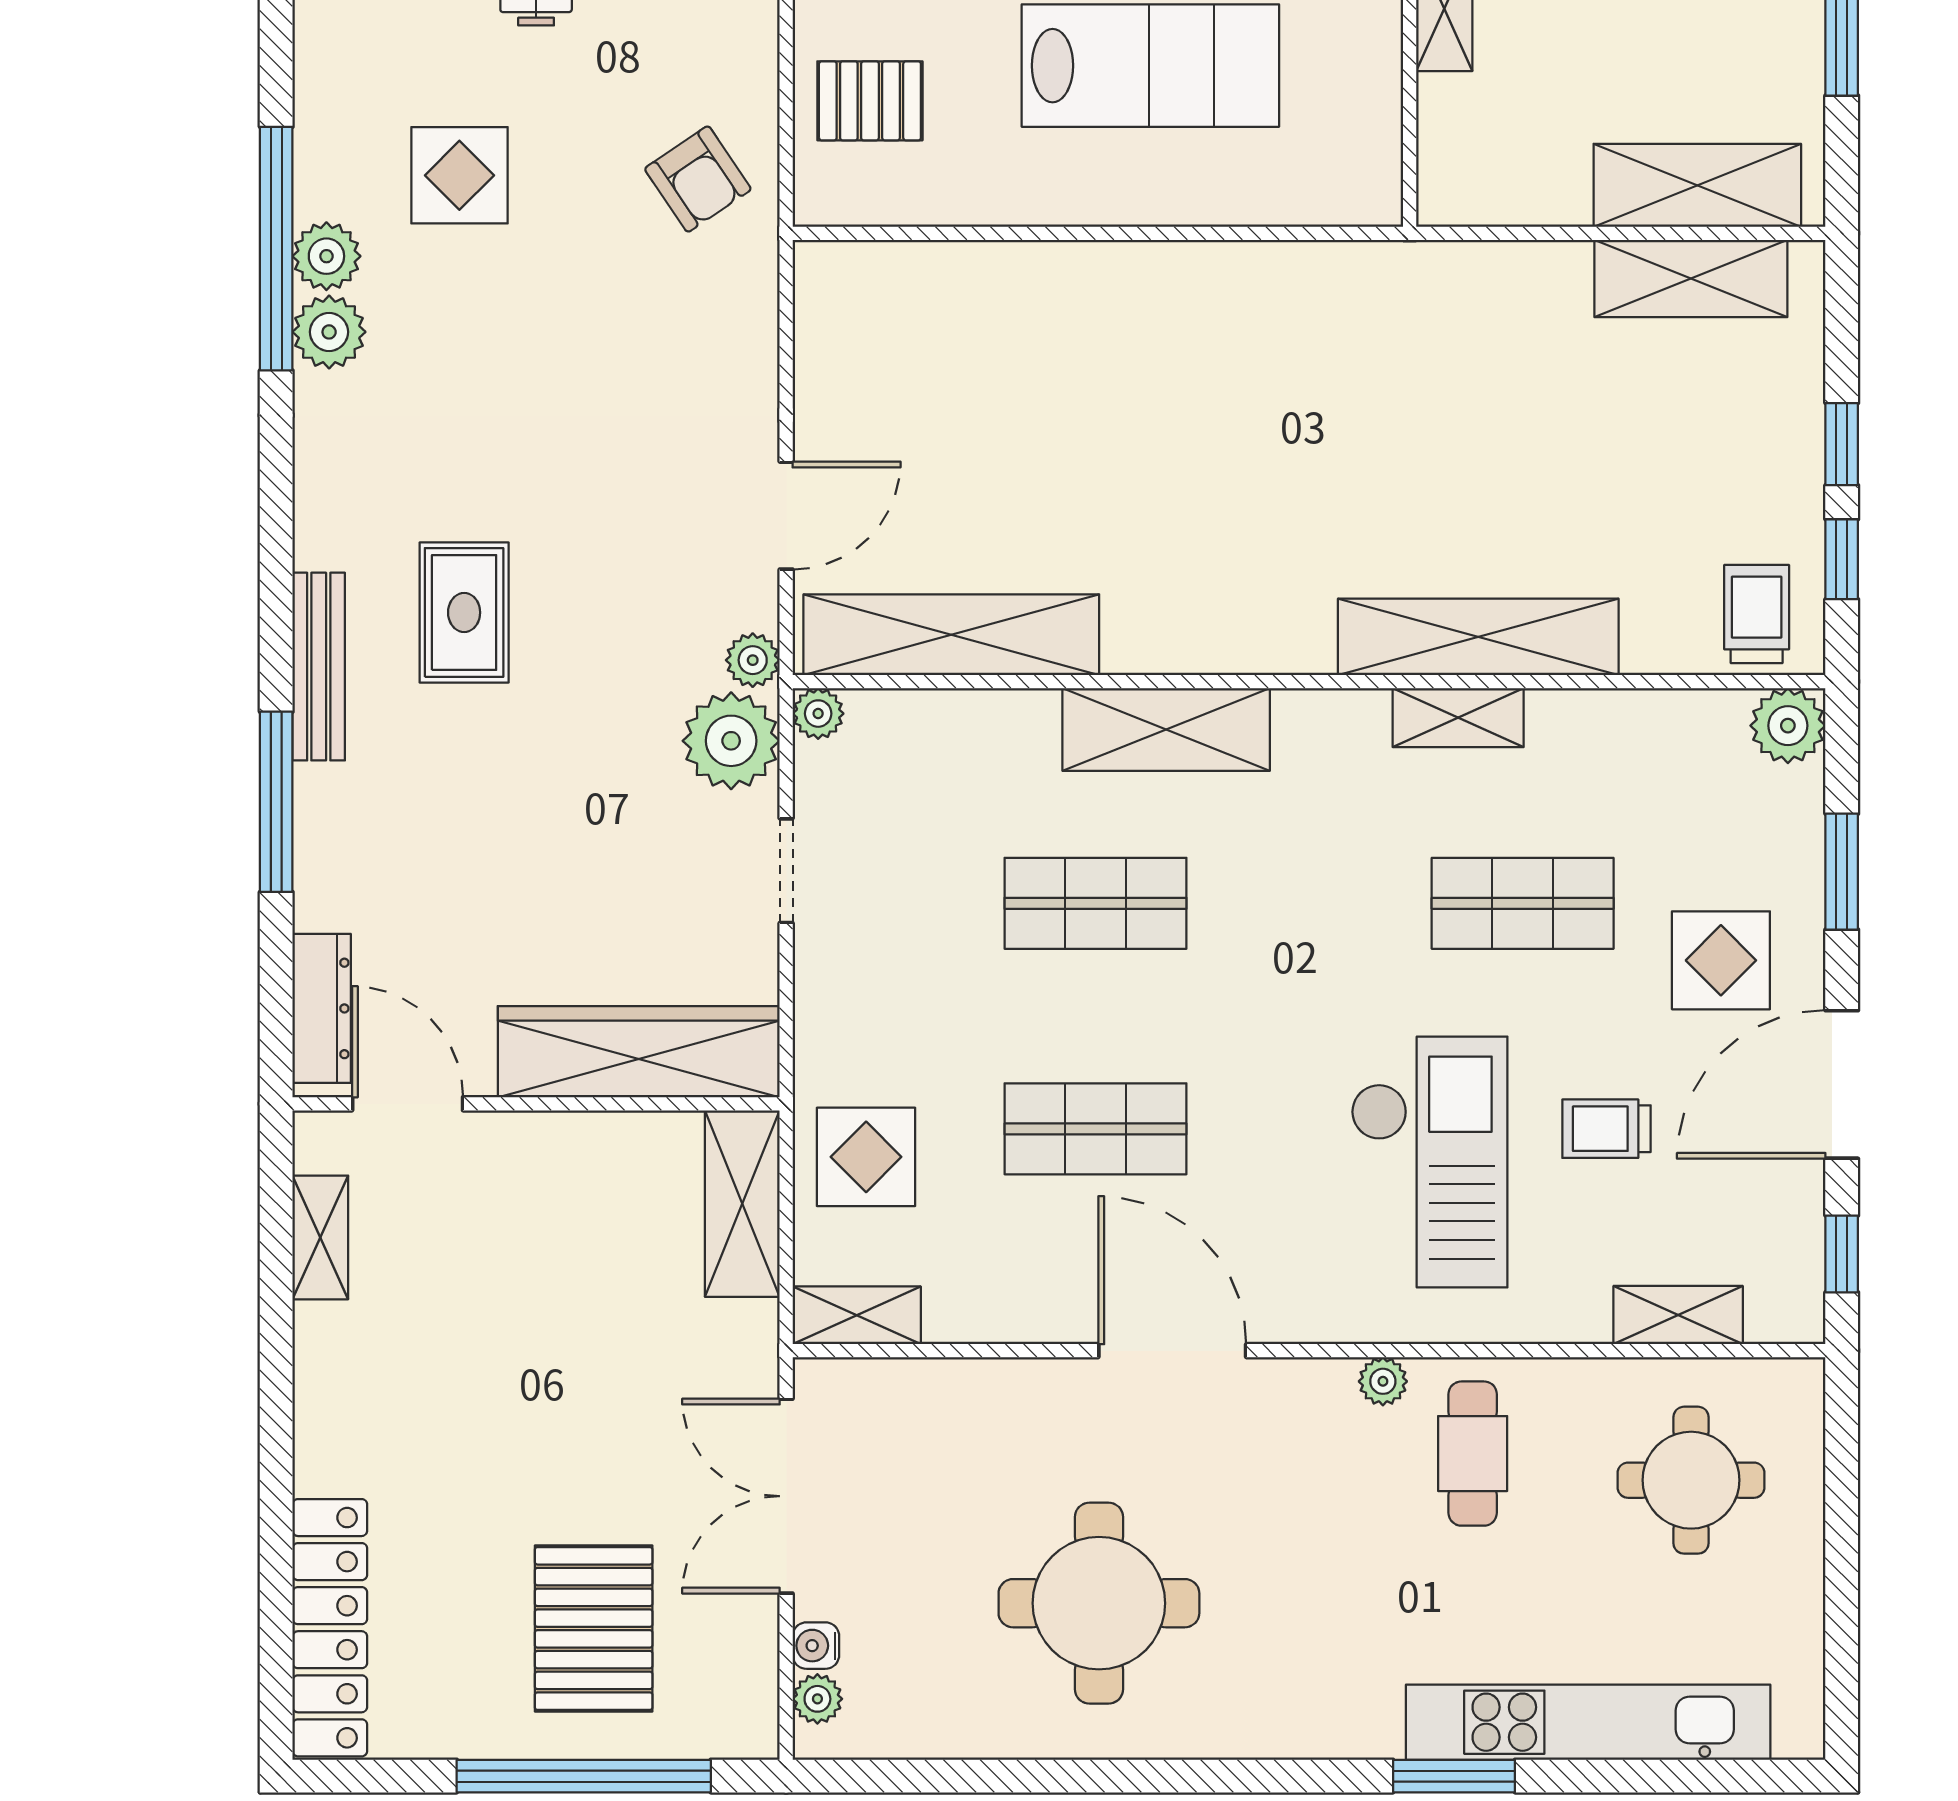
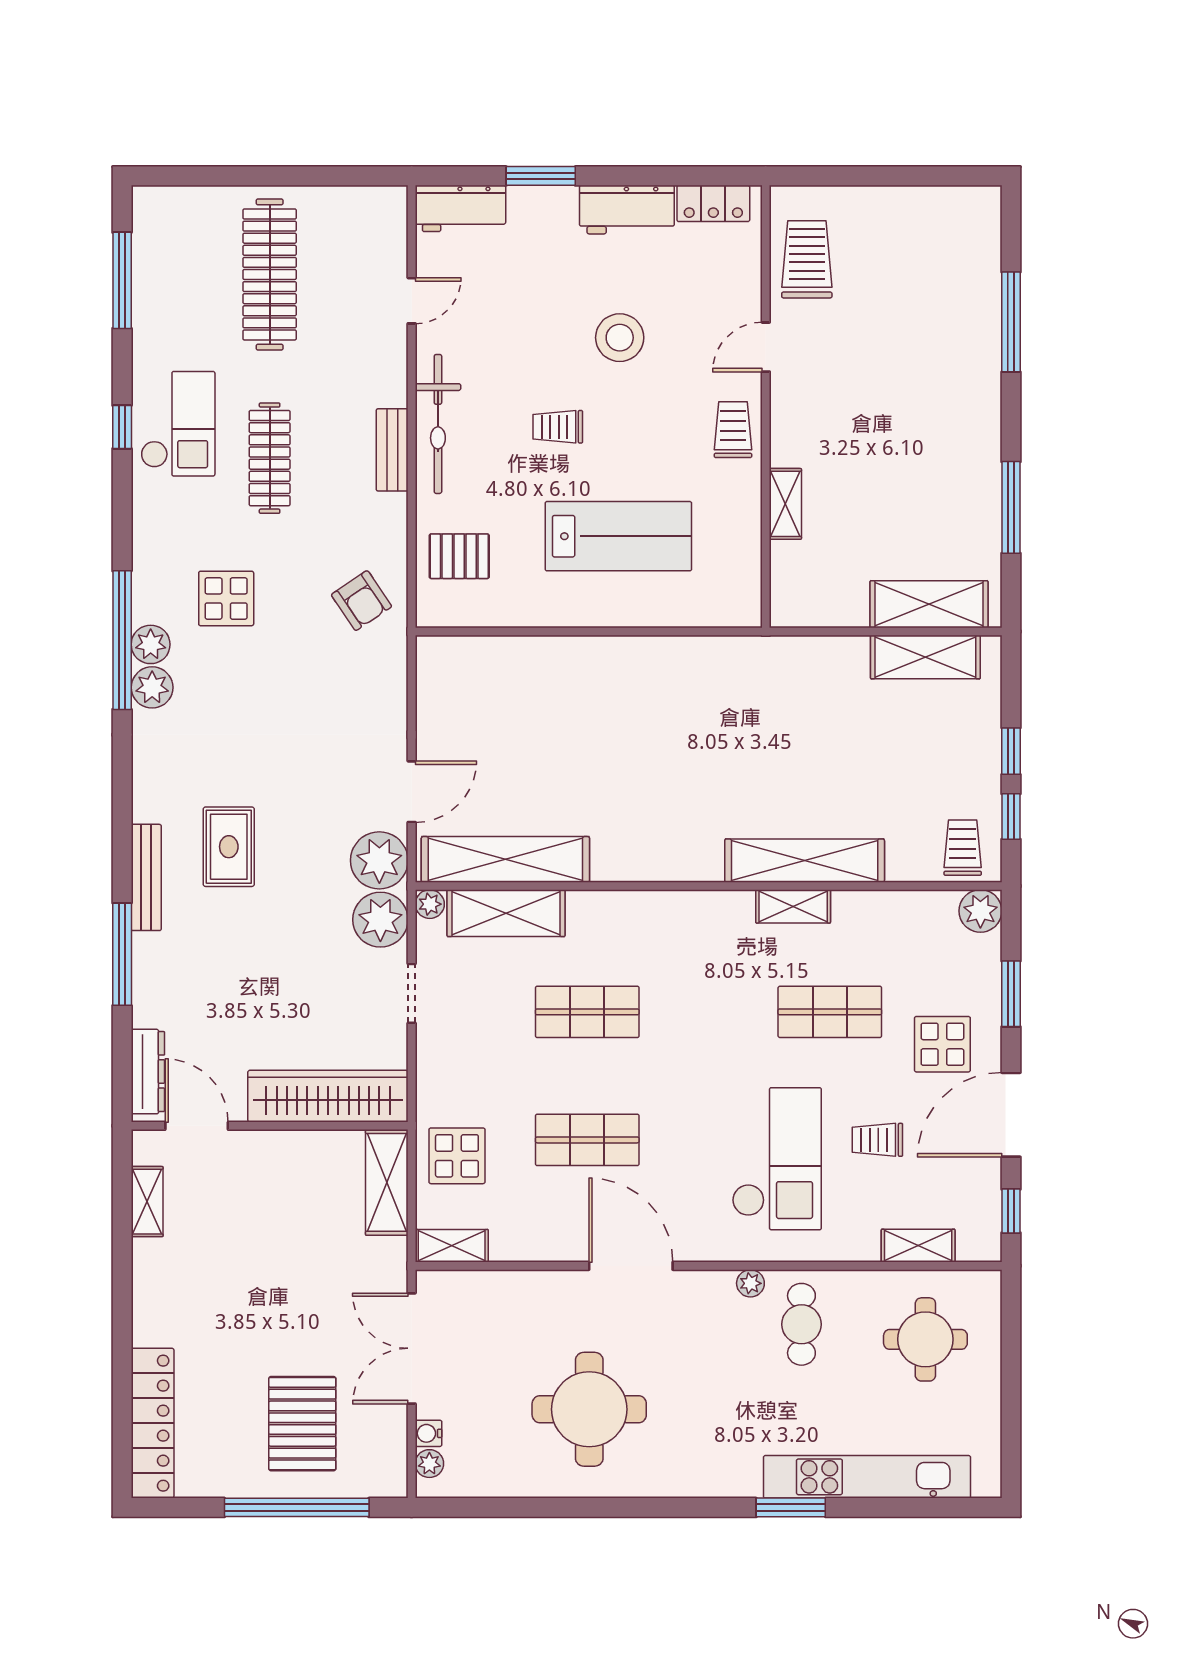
plant: (753, 660) -> (379, 860), width x1.87, depth x1.87
shelving: (1166, 729) -> (506, 913), moved

